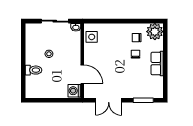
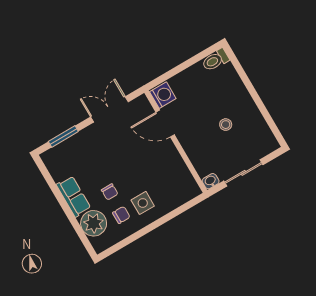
plant: (155, 32) -> (94, 223), moved
side table: (92, 37) -> (143, 203), moved
toilet: (34, 70) -> (215, 60), moved

